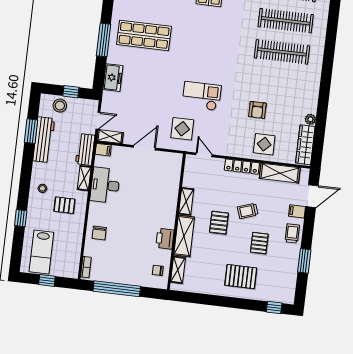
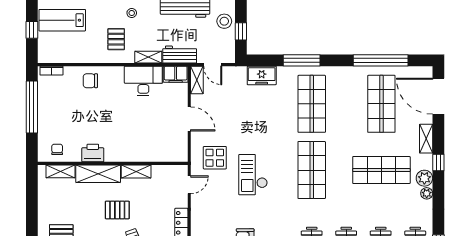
shop shelf: (204, 43) -> (312, 170), added
checkout: (202, 96) -> (253, 175), turned 180
filing cabinet: (103, 150) -> (176, 74), width x2.00

